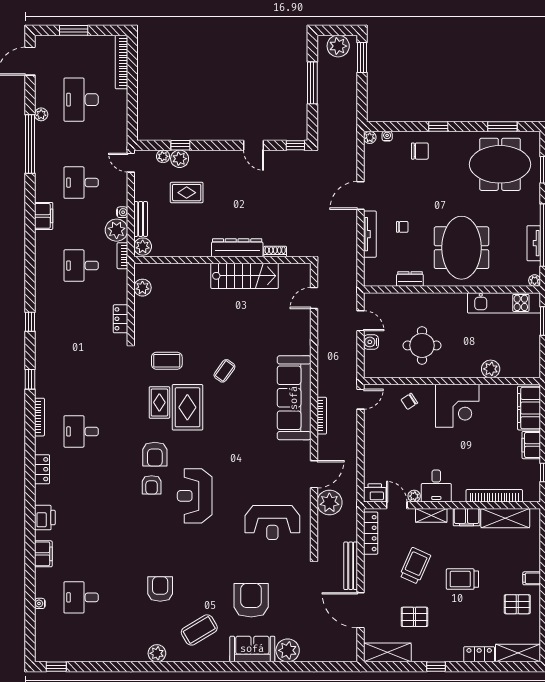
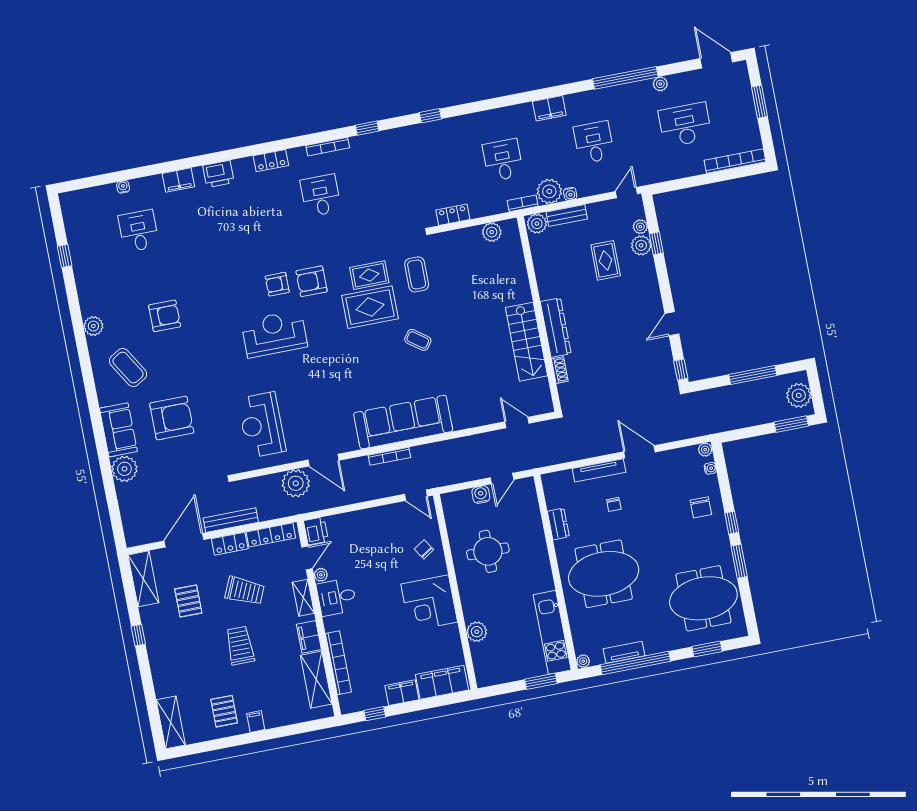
window: (502, 127) -> (739, 561), moved
meeting table: (500, 164) -> (703, 598), turned 90
locker: (479, 654) -> (230, 544), moved, turned 90
window: (56, 667) -> (65, 256), moved

